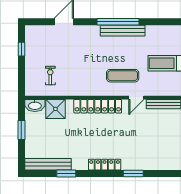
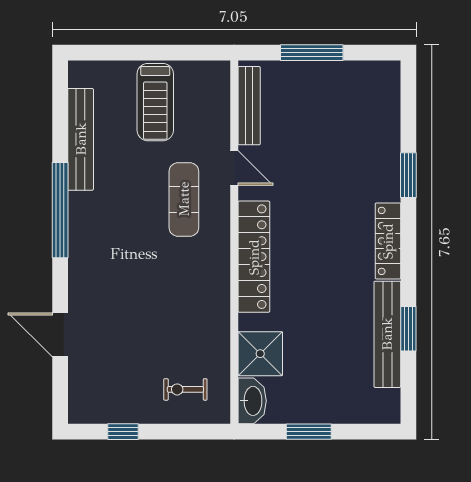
bench: (123, 31) -> (81, 139), moved
exercise bike: (50, 76) -> (185, 389), moved
bench: (48, 164) -> (387, 334), moved

